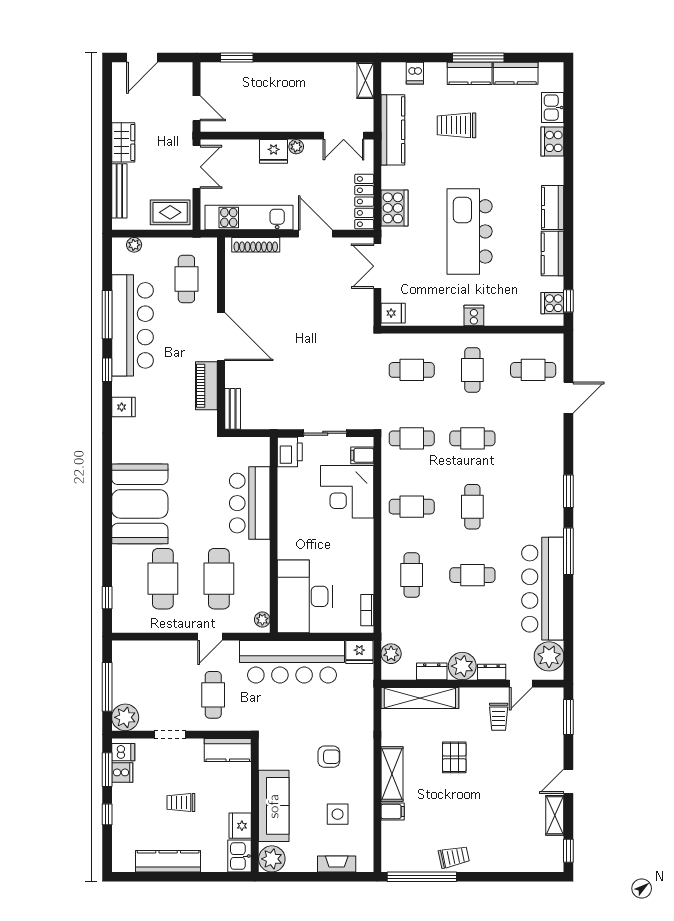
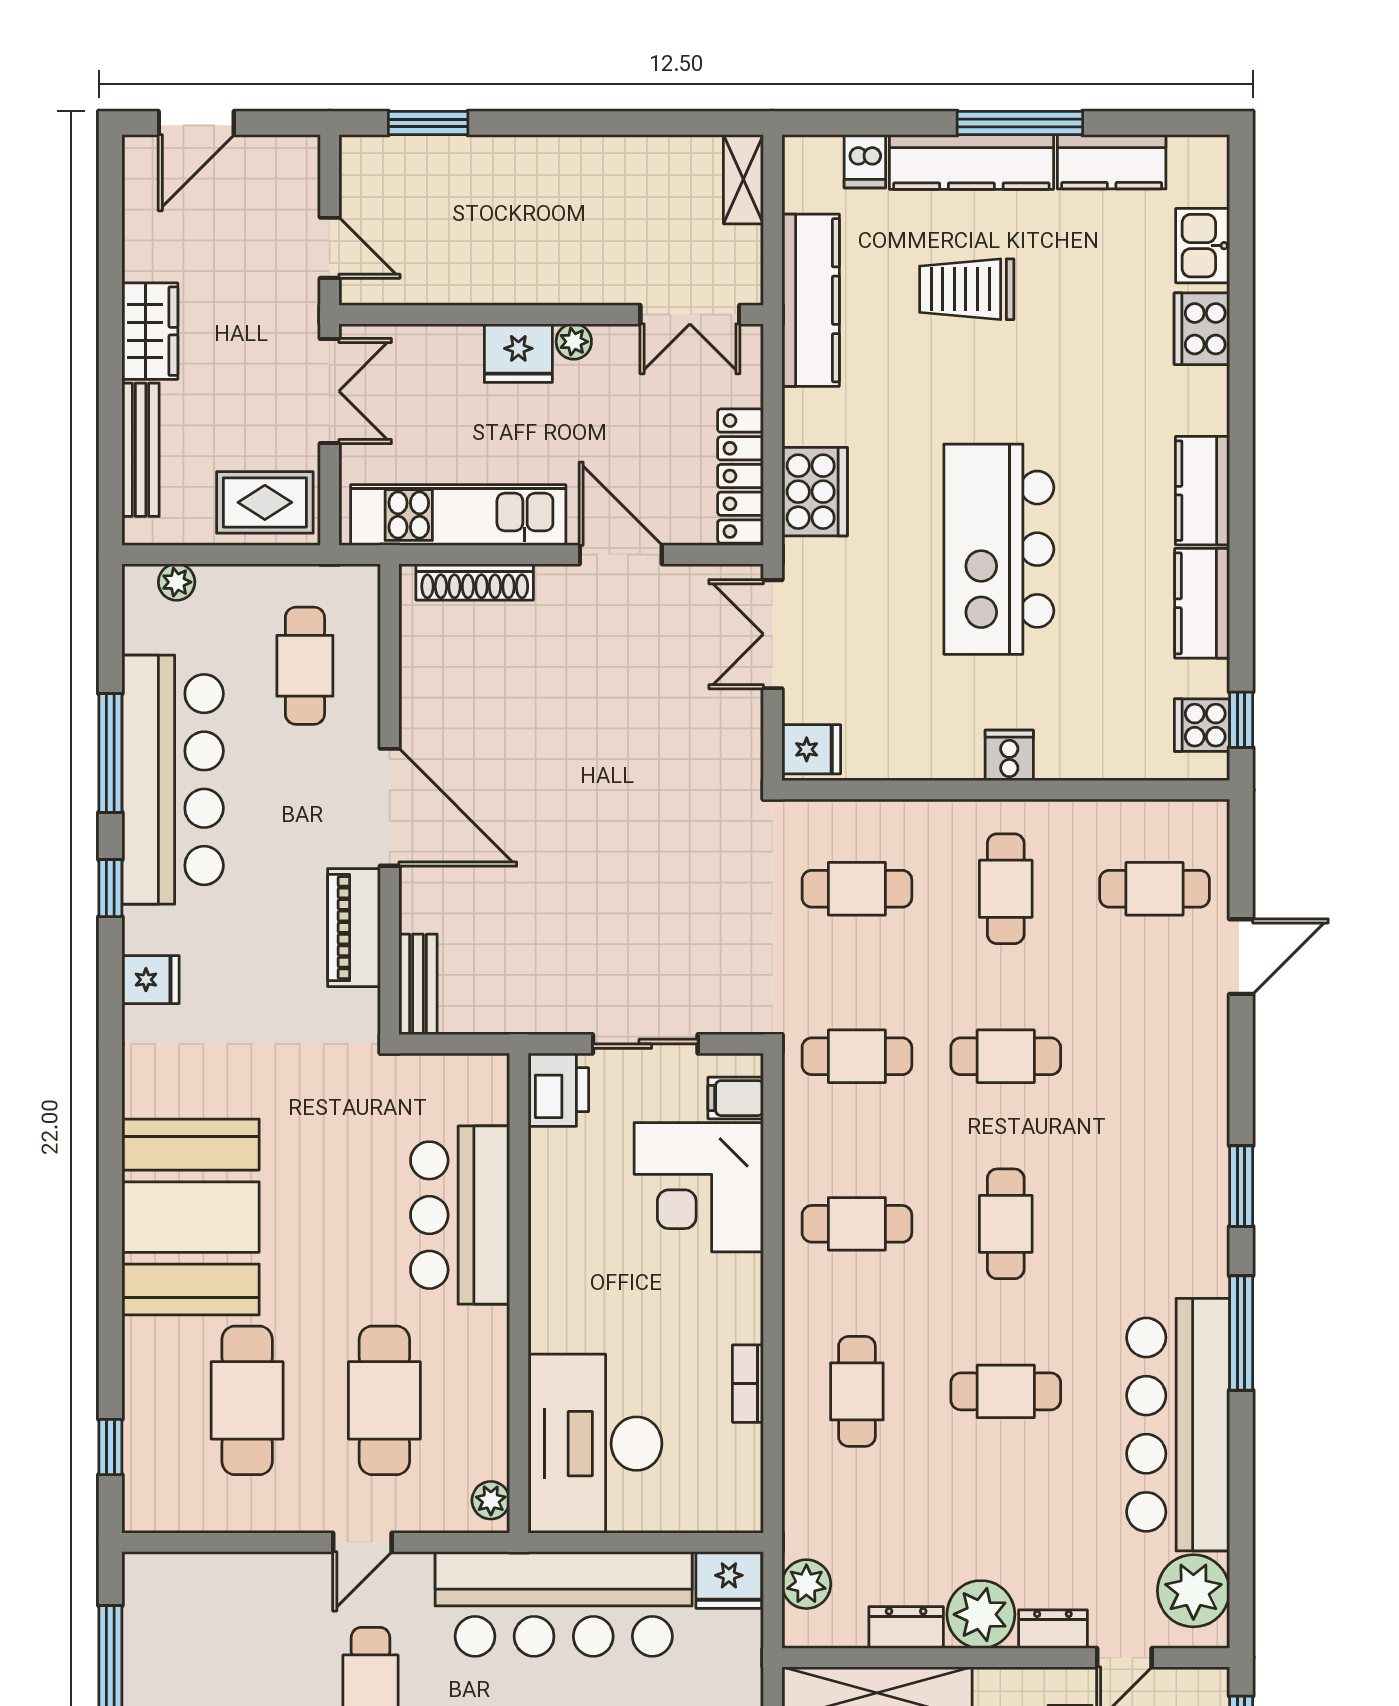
kitchen counter: (470, 73) -> (971, 162), width x1.50
bookcase: (367, 610) -> (748, 1384), moved

